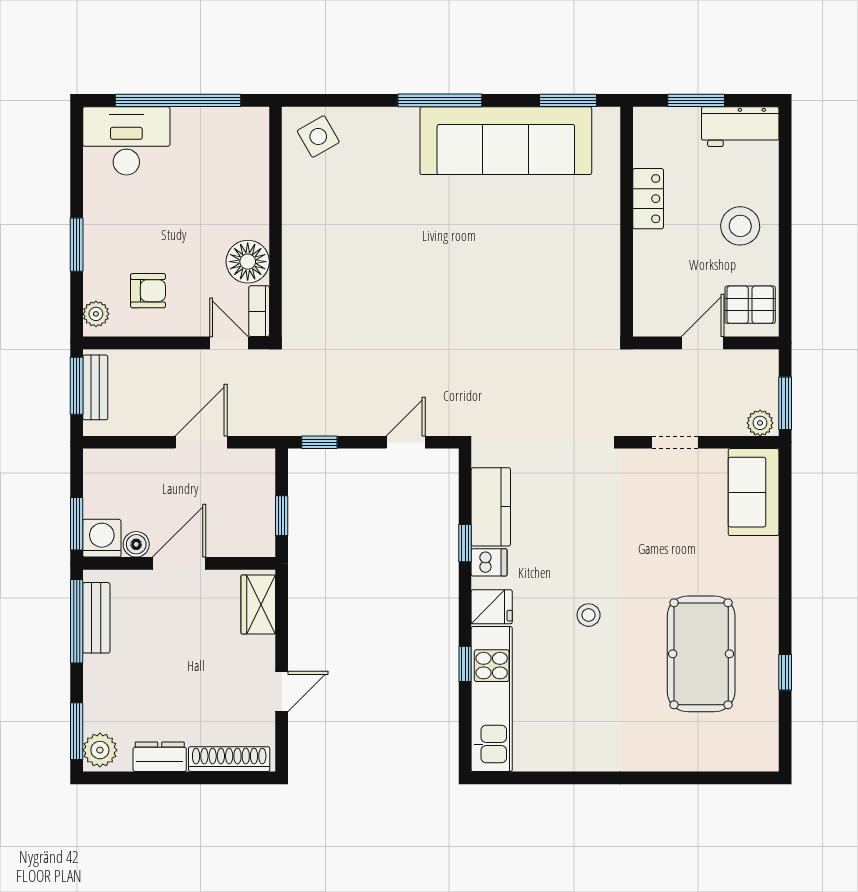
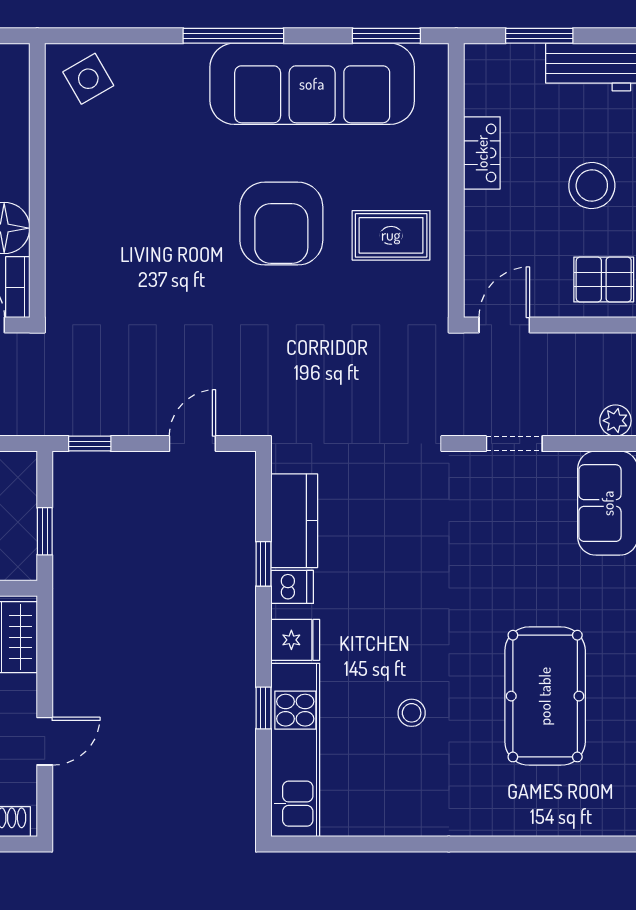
armchair: (480, 258) -> (281, 224), added
rug: (572, 268) -> (391, 235), added
door: (703, 343) -> (504, 325), moved
stool: (589, 615) -> (412, 713), moved

